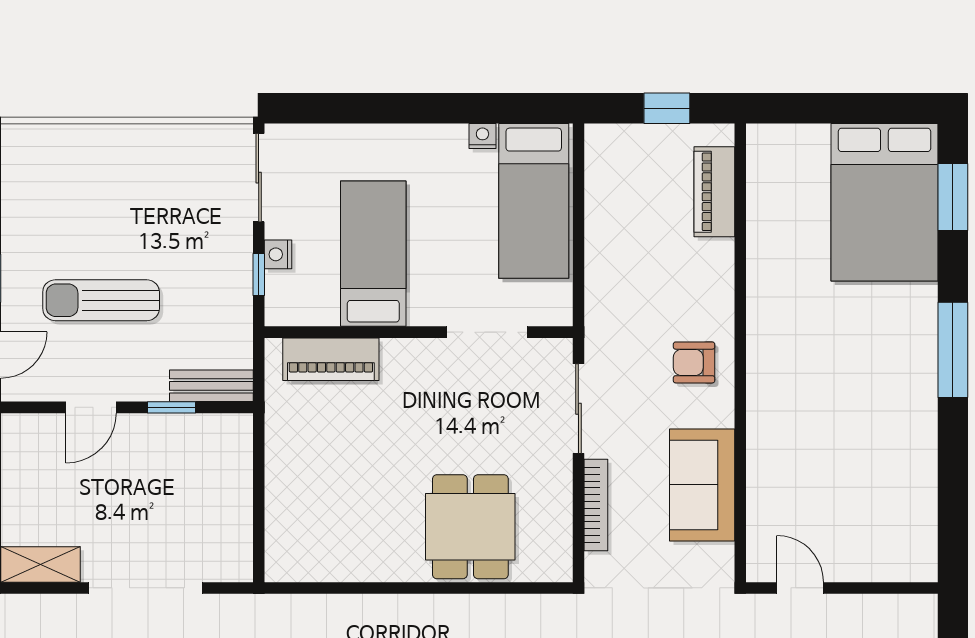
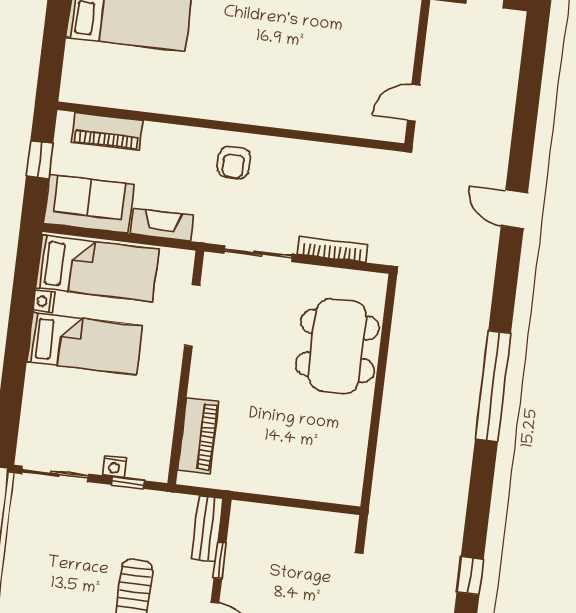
bed: (373, 254) -> (85, 344), moved, turned 180
fireplace: (601, 279) -> (162, 225), added
sofa: (702, 485) -> (89, 204), moved, turned 180
dining table: (470, 527) -> (337, 346), width x1.38

